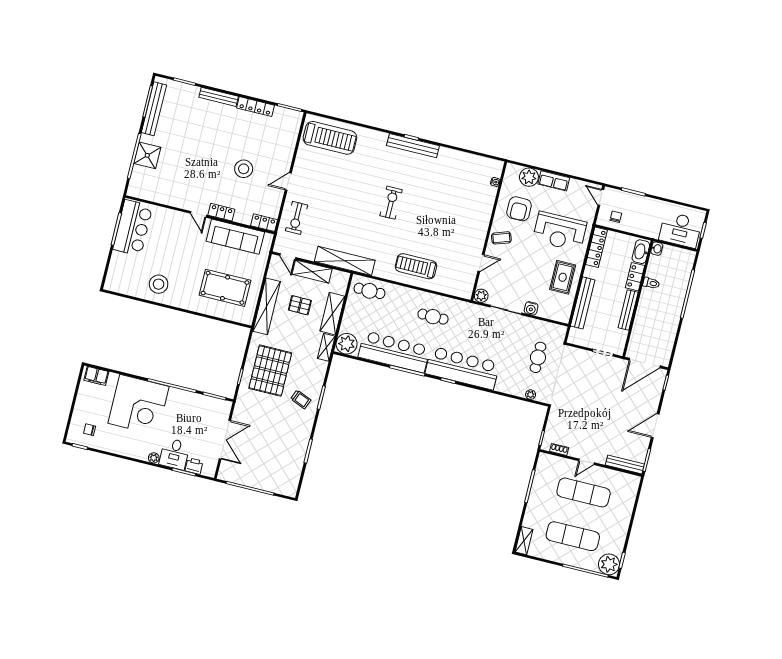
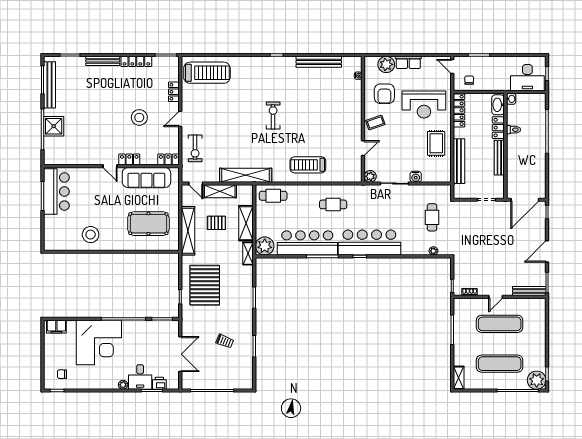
bench: (413, 146) -> (319, 62), moved
locker: (288, 150) -> (174, 92), added
trolley: (301, 399) -> (225, 341), moved

